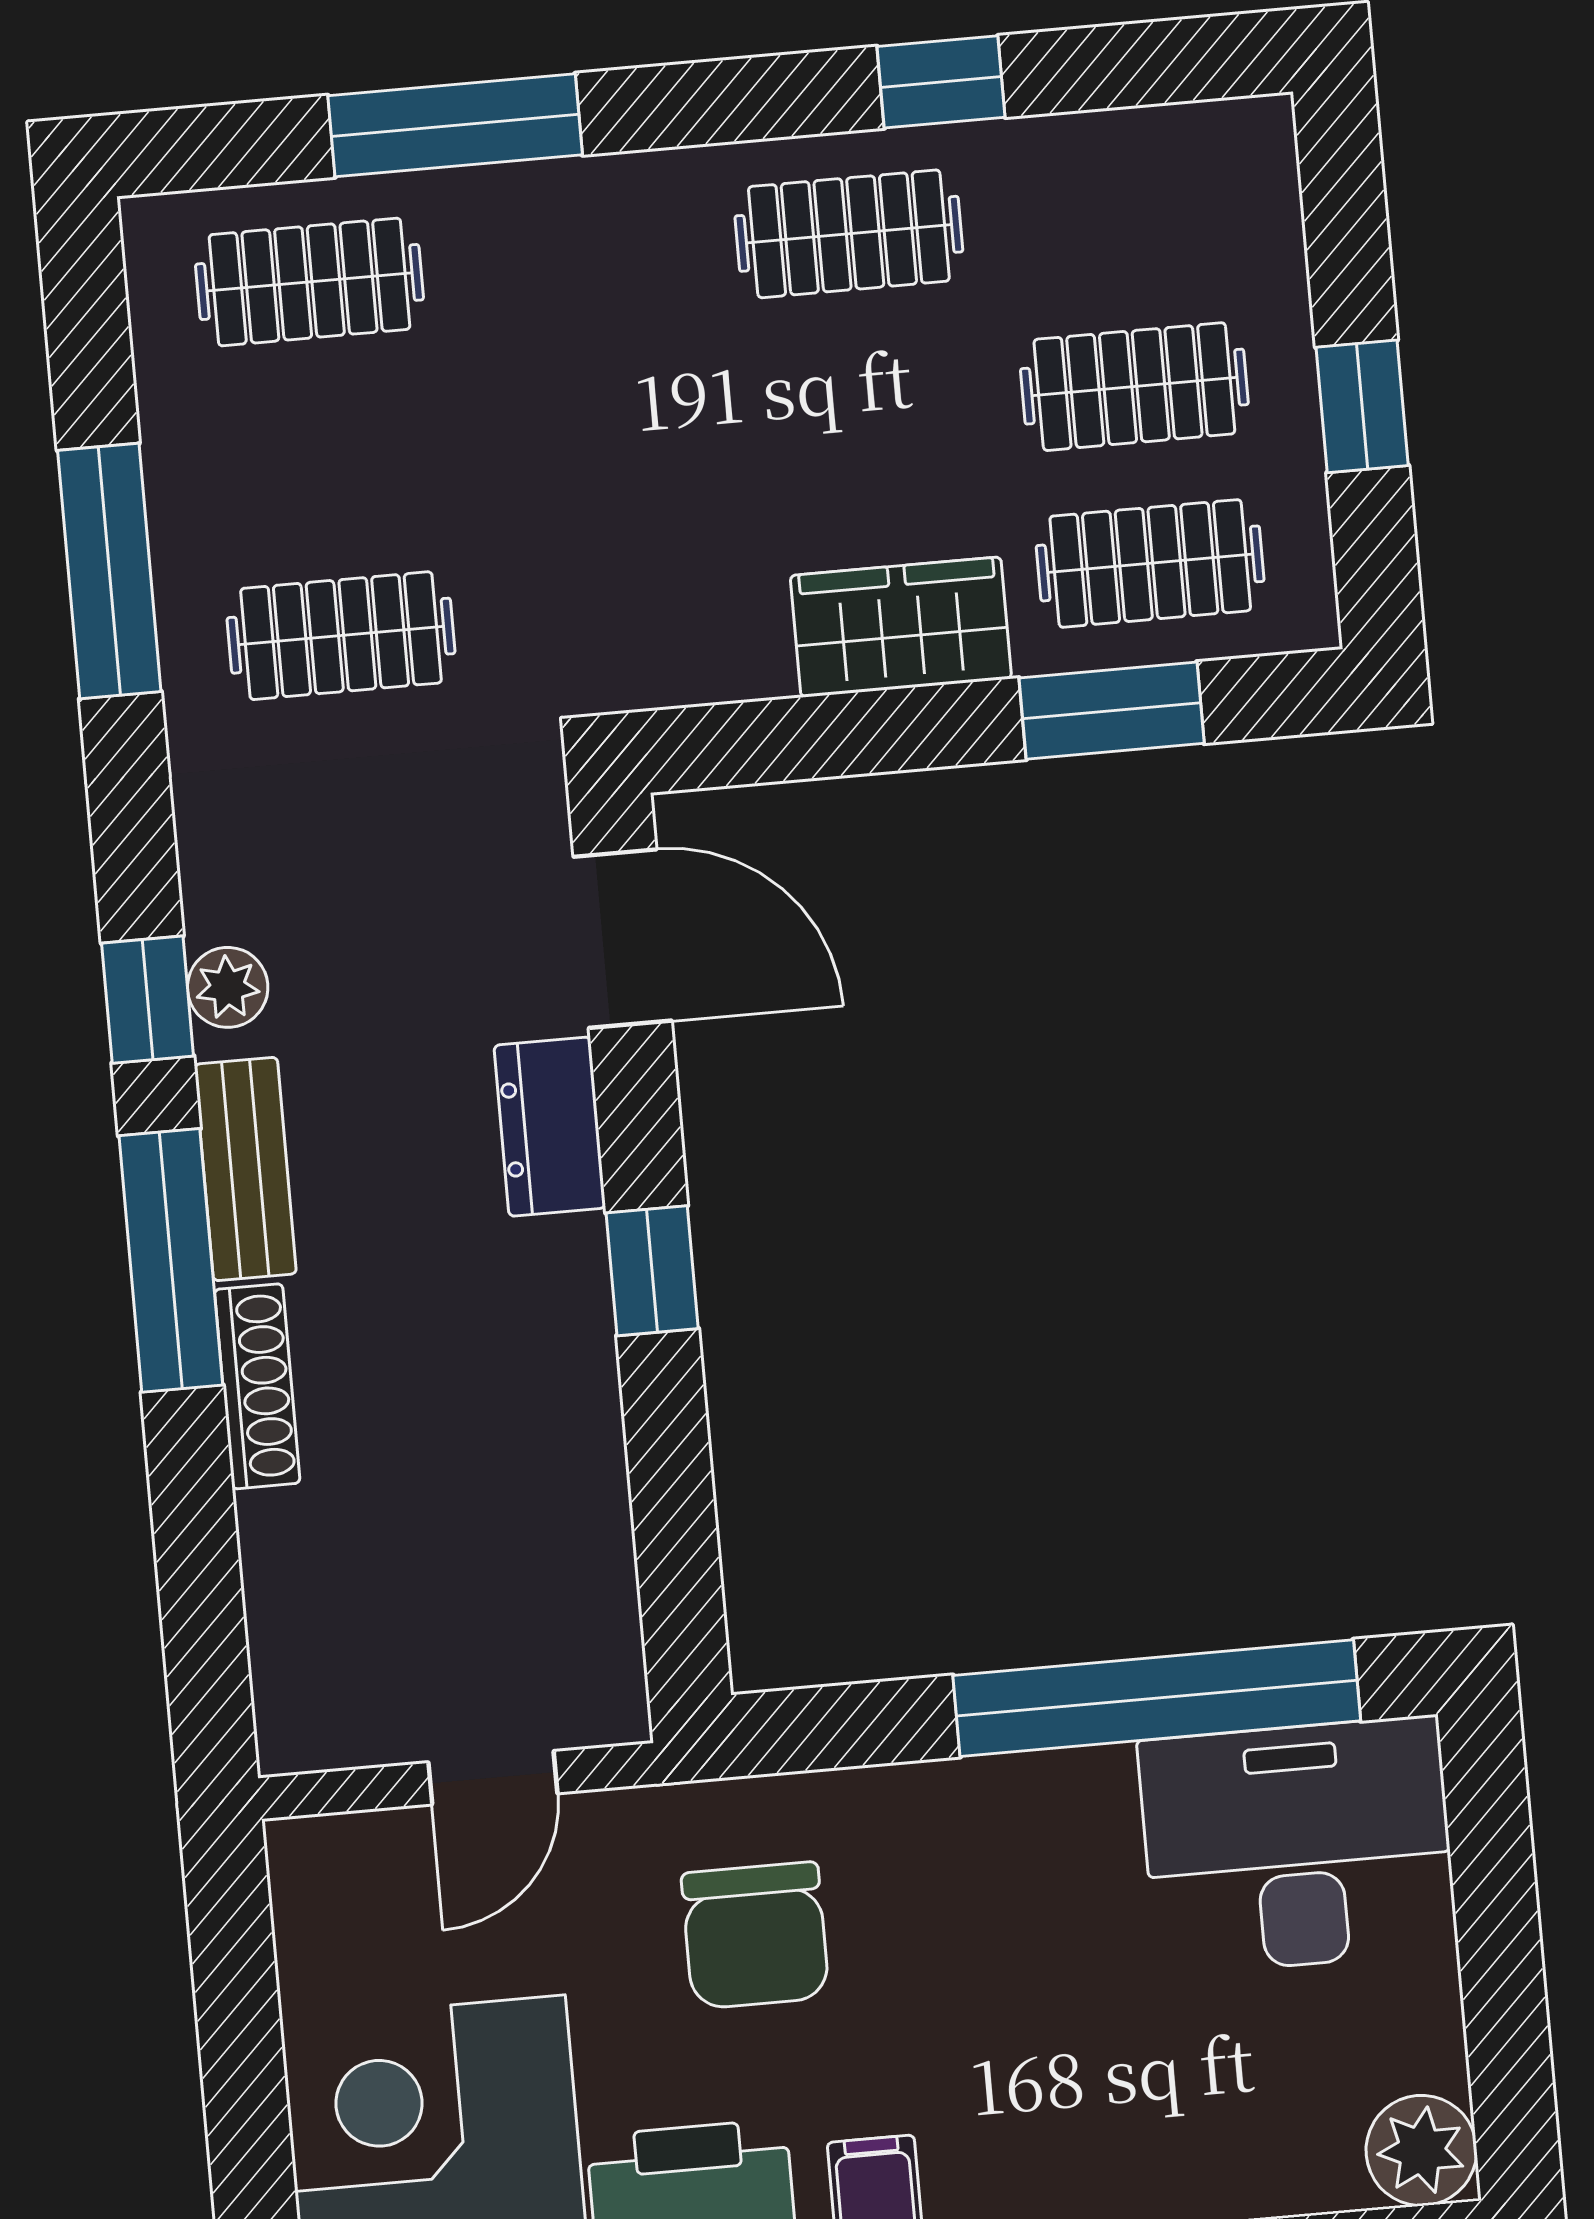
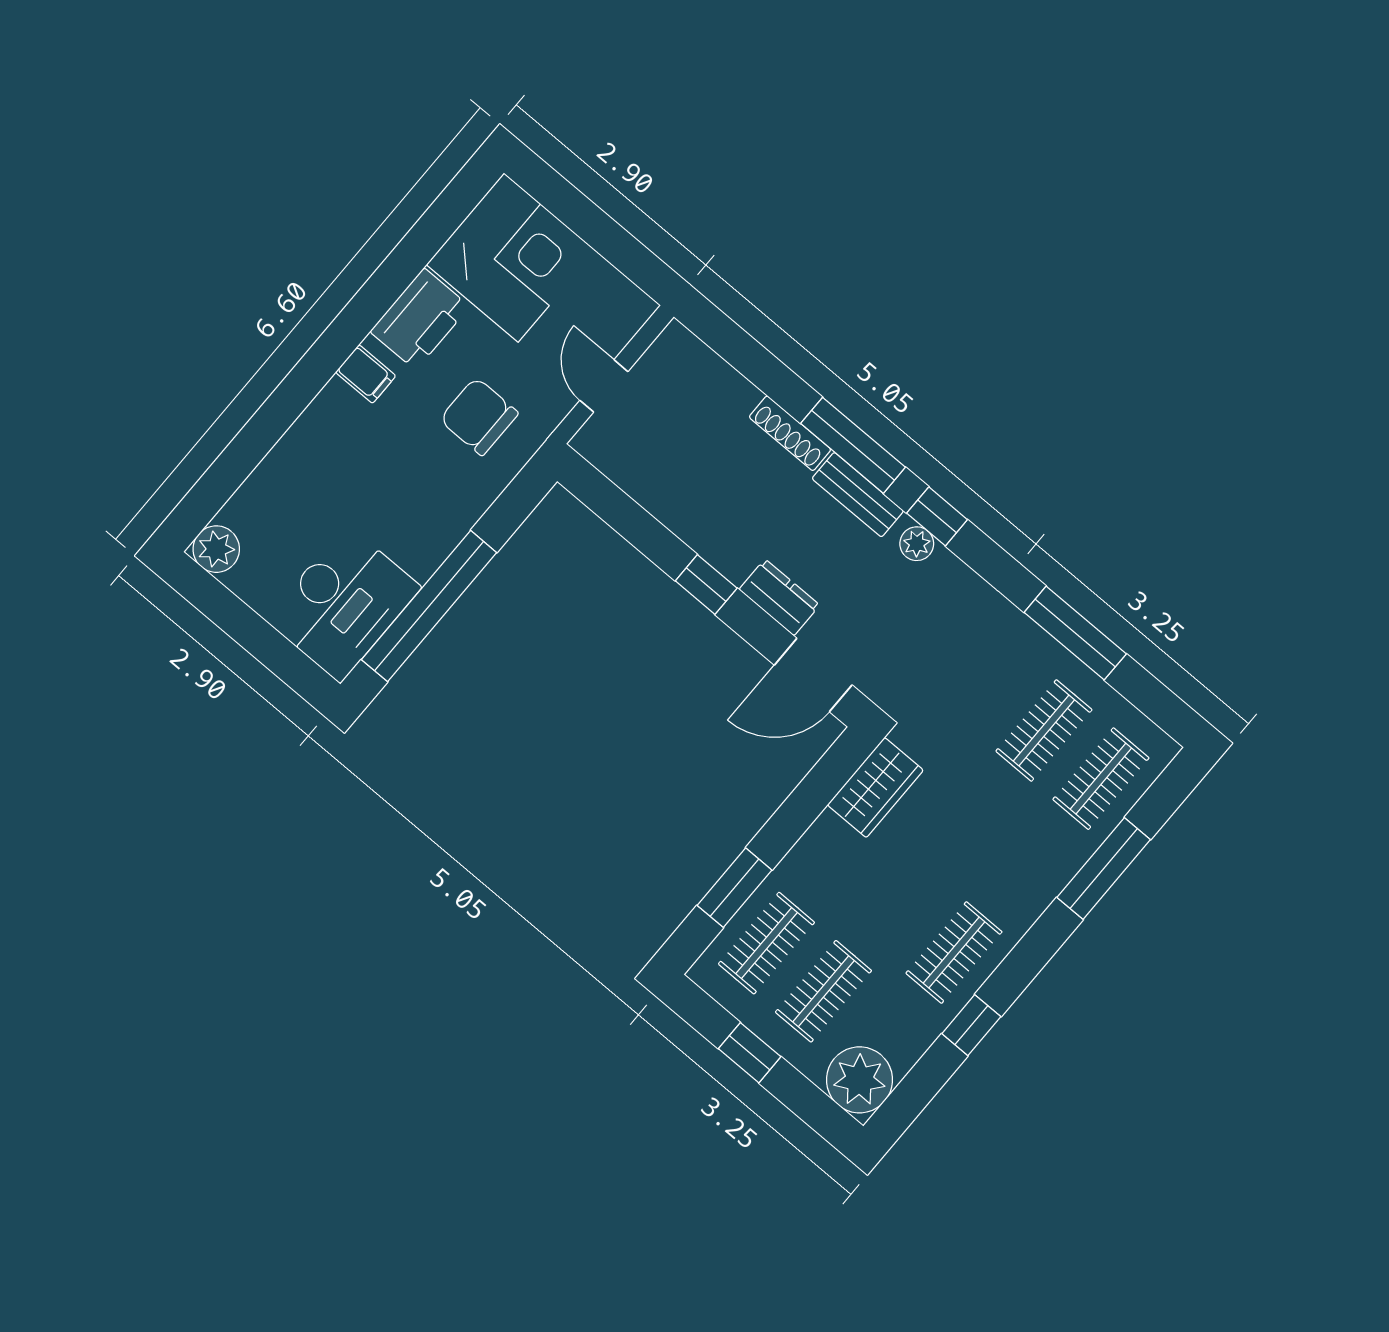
plant: (1222, 177) -> (859, 1080), added
wardrobe: (901, 627) -> (875, 787), moved
clothes rail: (341, 636) -> (1044, 730), moved

